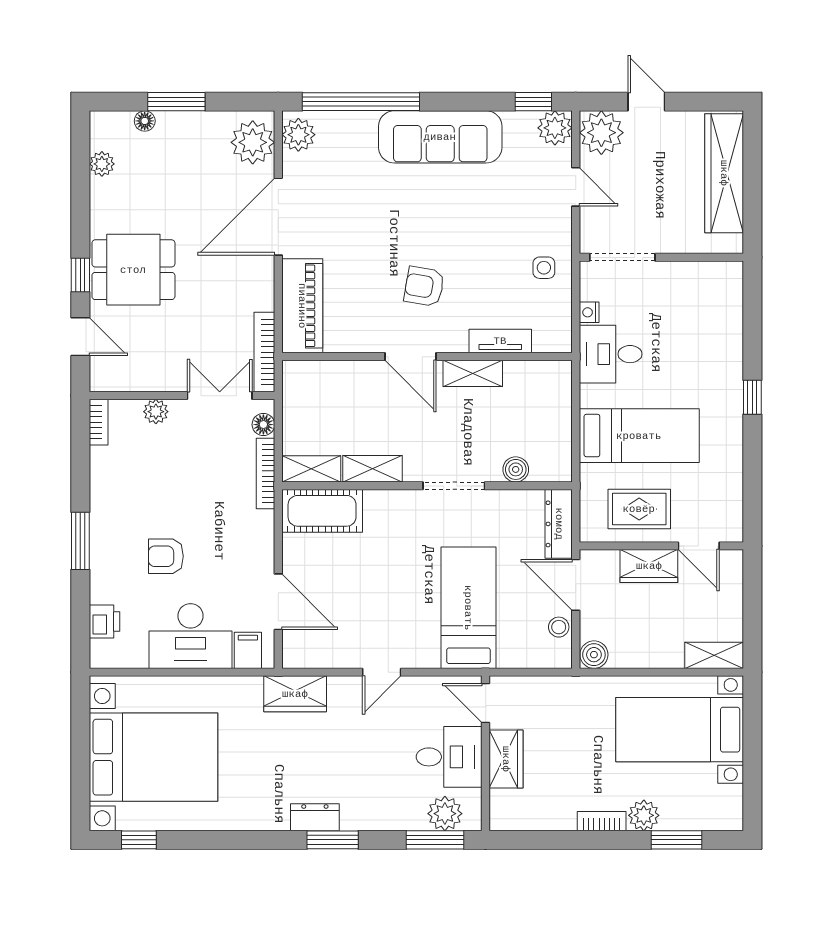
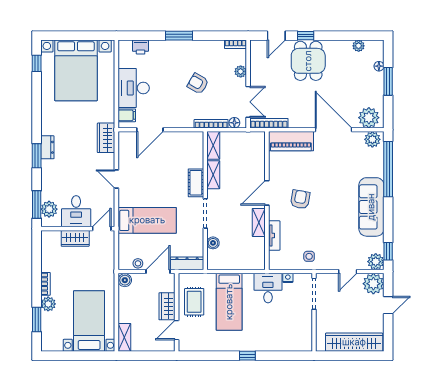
cot: (322, 511) -> (196, 183), moved, width x0.73, depth x0.75
armchair: (166, 556) -> (198, 84), moved, turned -60

